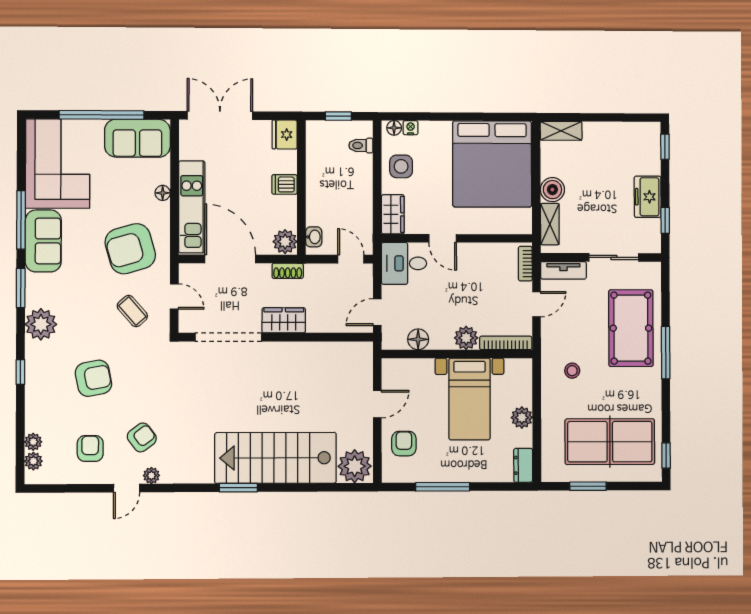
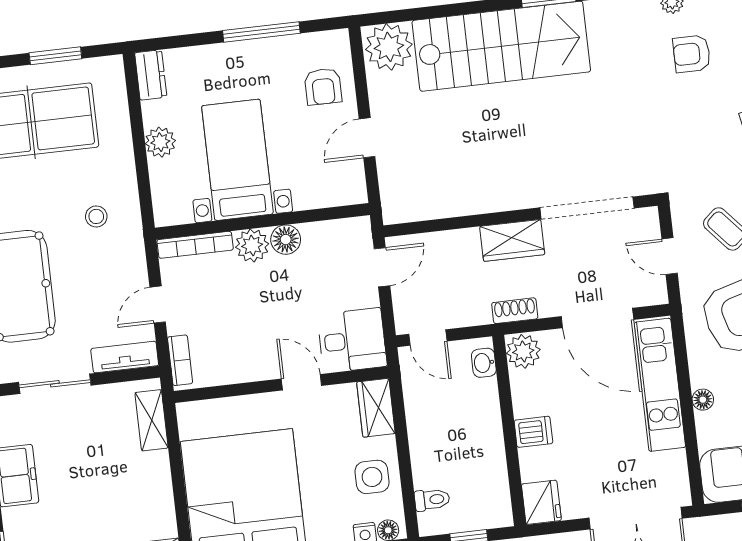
boiler: (552, 190) -> (153, 470), removed
floor lamp: (418, 339) -> (286, 240), moved
armchair: (142, 437) -> (692, 54), turned 37

